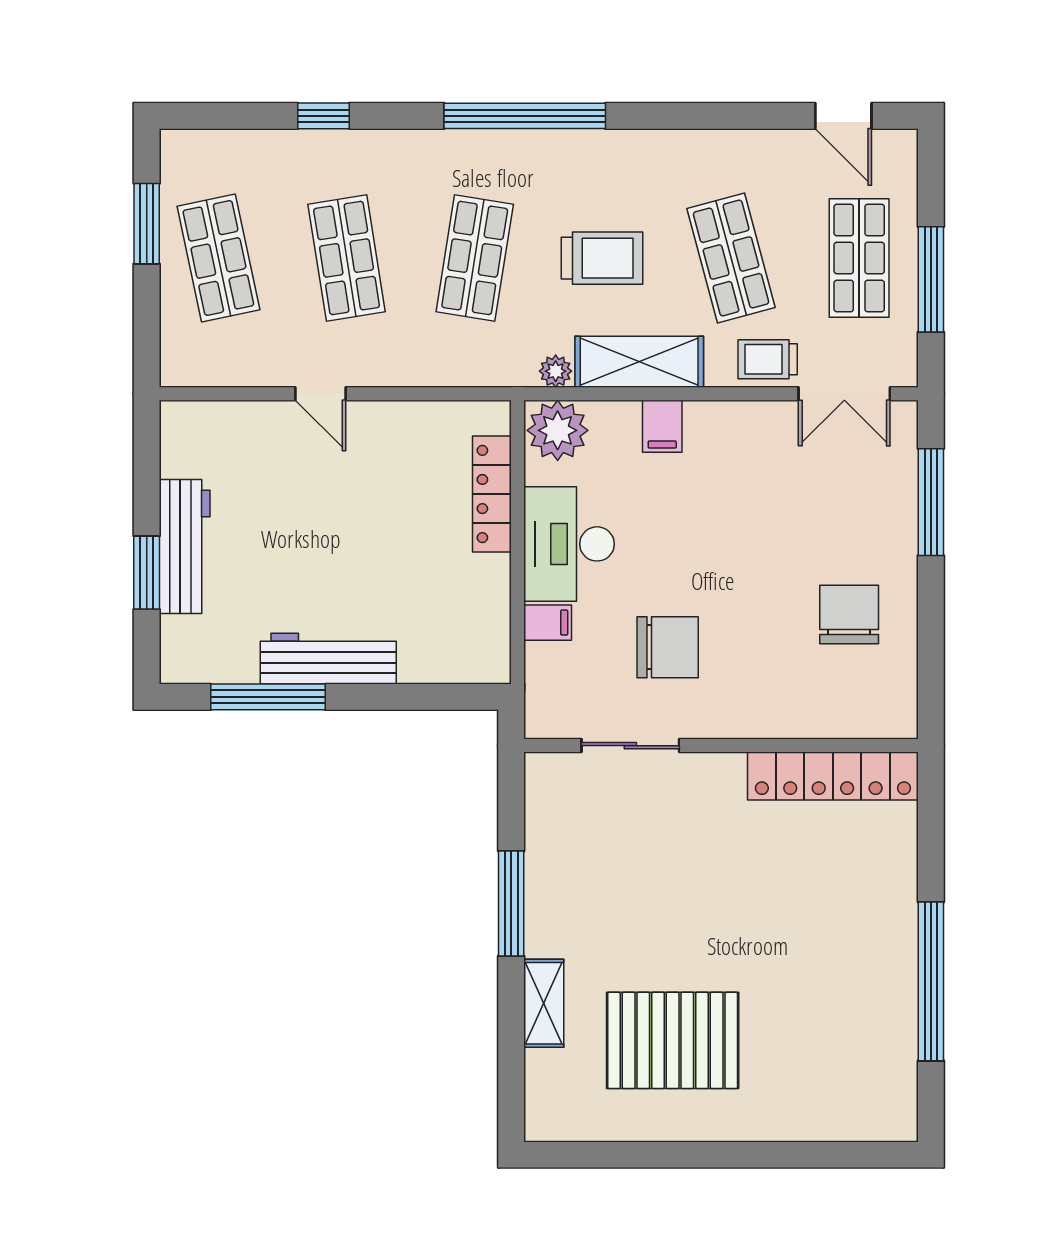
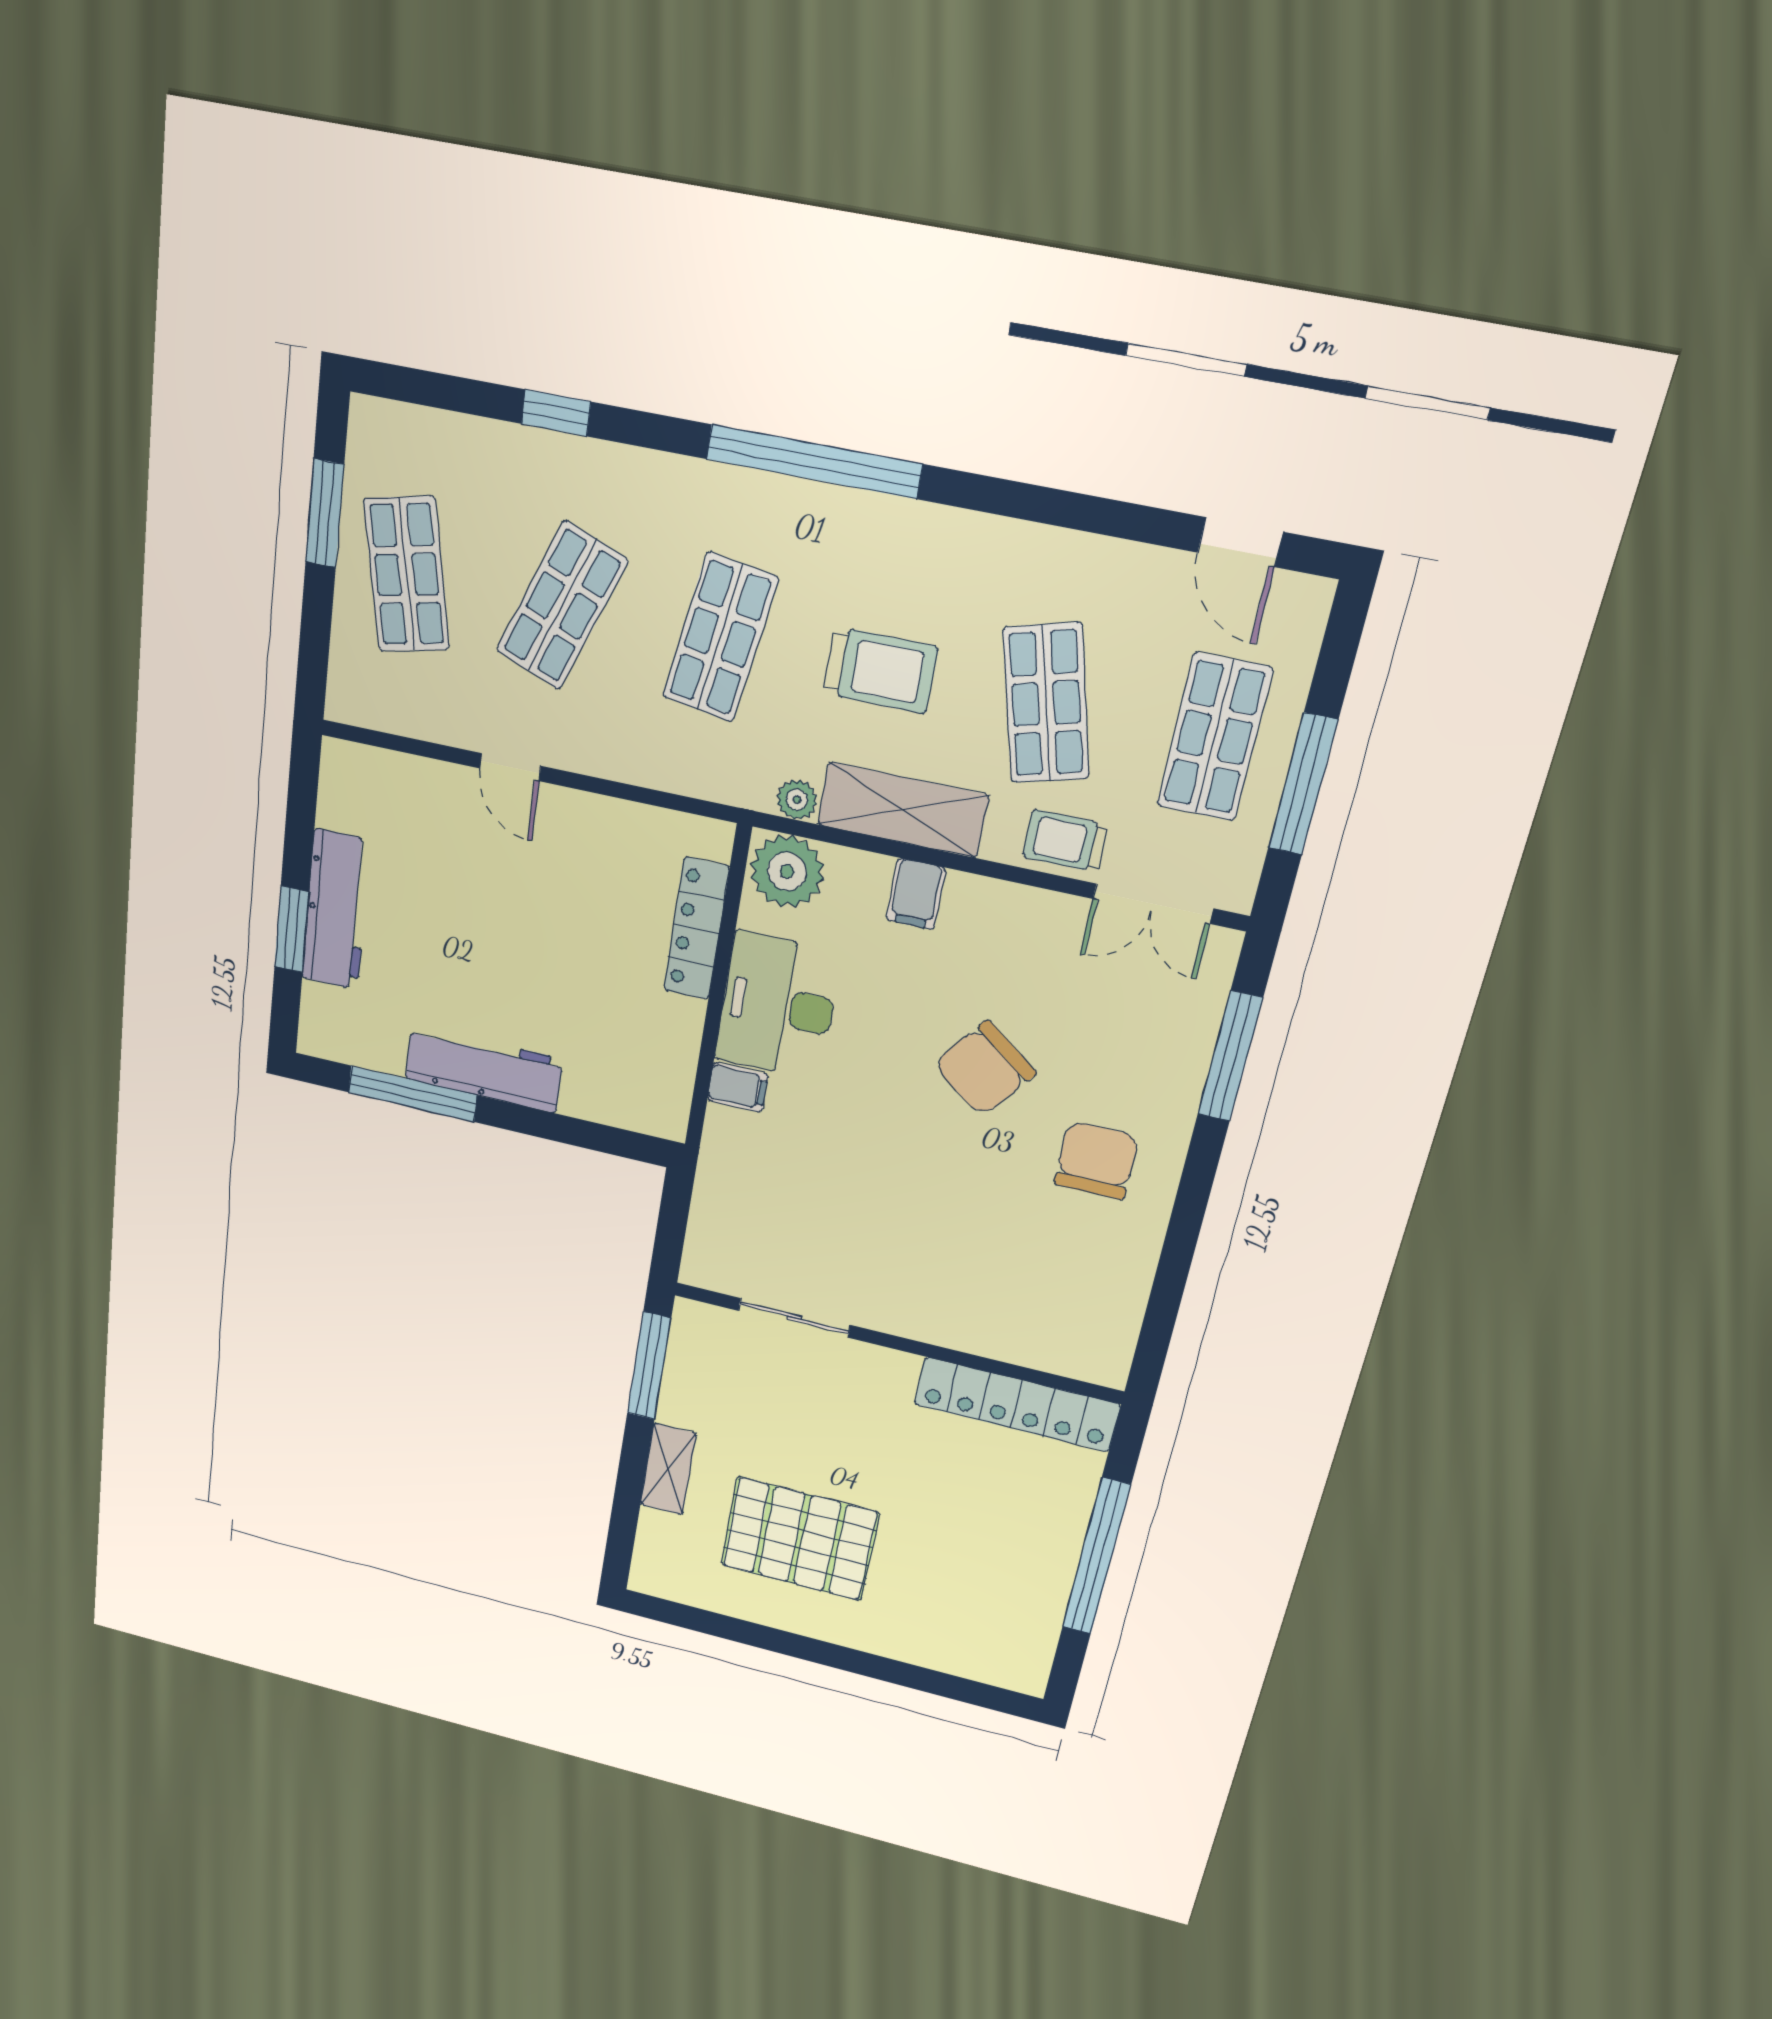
shop shelf: (347, 258) -> (562, 606), turned 30
chair: (668, 647) -> (985, 1069), moved, turned 127
sliding door: (630, 746) -> (794, 1318), moved
wall: (721, 746) -> (896, 1343), moved
locker: (833, 776) -> (1017, 1404), moved

